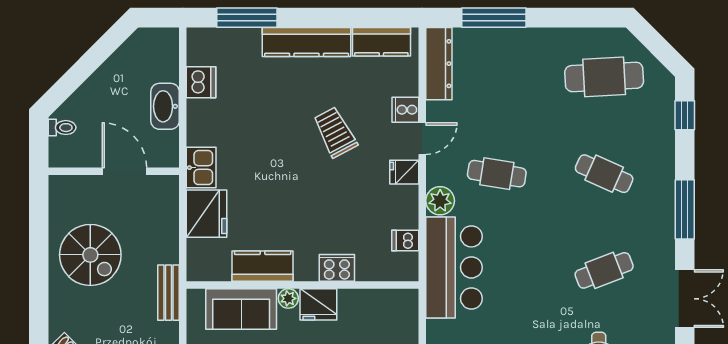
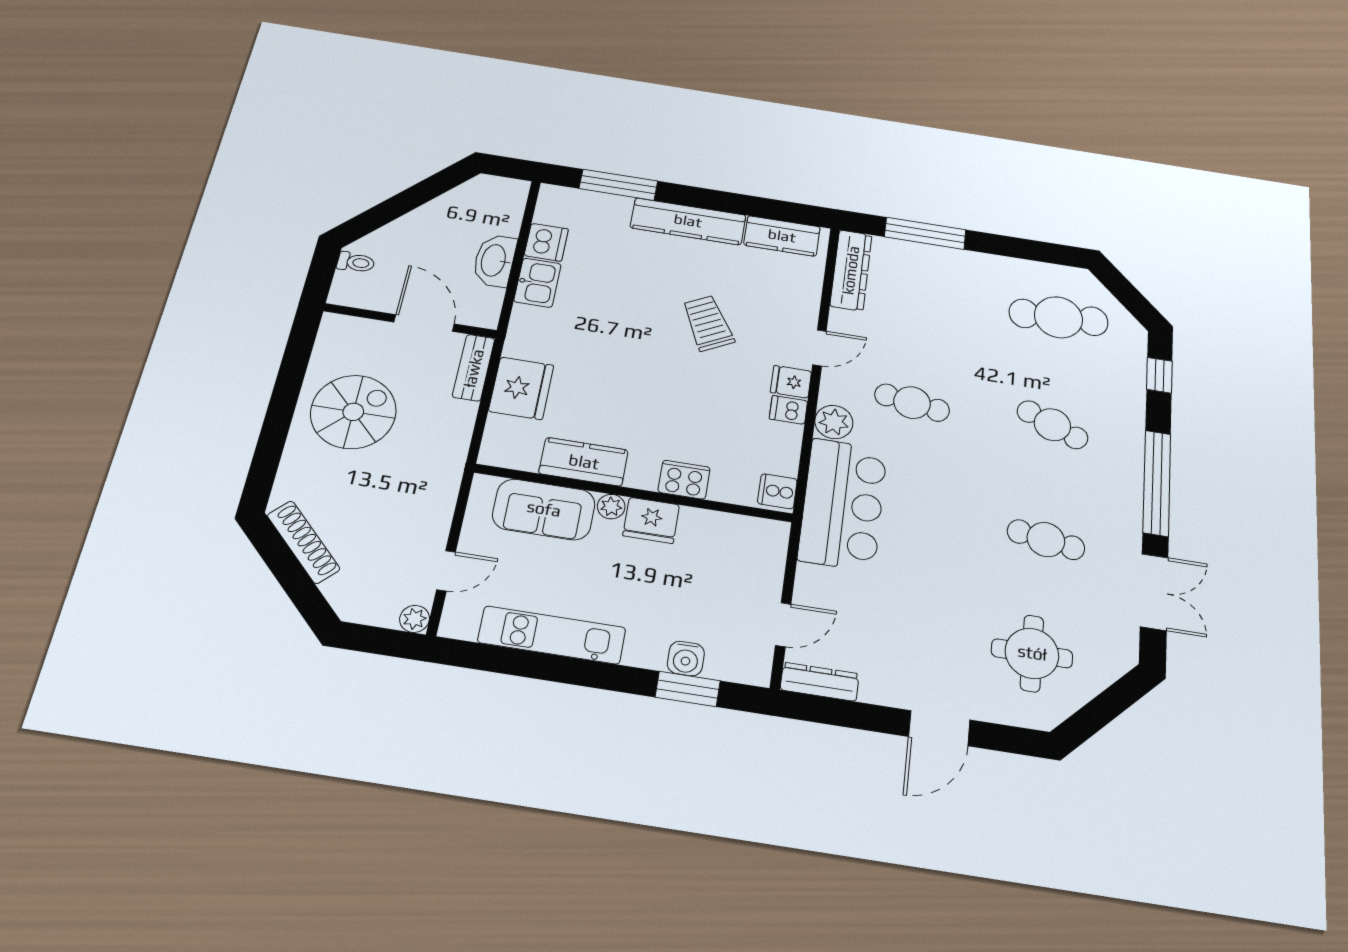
cooker: (405, 110) -> (777, 491), moved
kitchen sink: (201, 168) -> (537, 283), moved
window: (685, 209) -> (1157, 483), width x1.46
dishwasher: (405, 241) -> (788, 410), moved
spiral stairs: (90, 255) -> (353, 412), turned -90
cafe table: (604, 270) -> (1046, 540), turned 30
bench: (169, 293) -> (474, 368), moved

